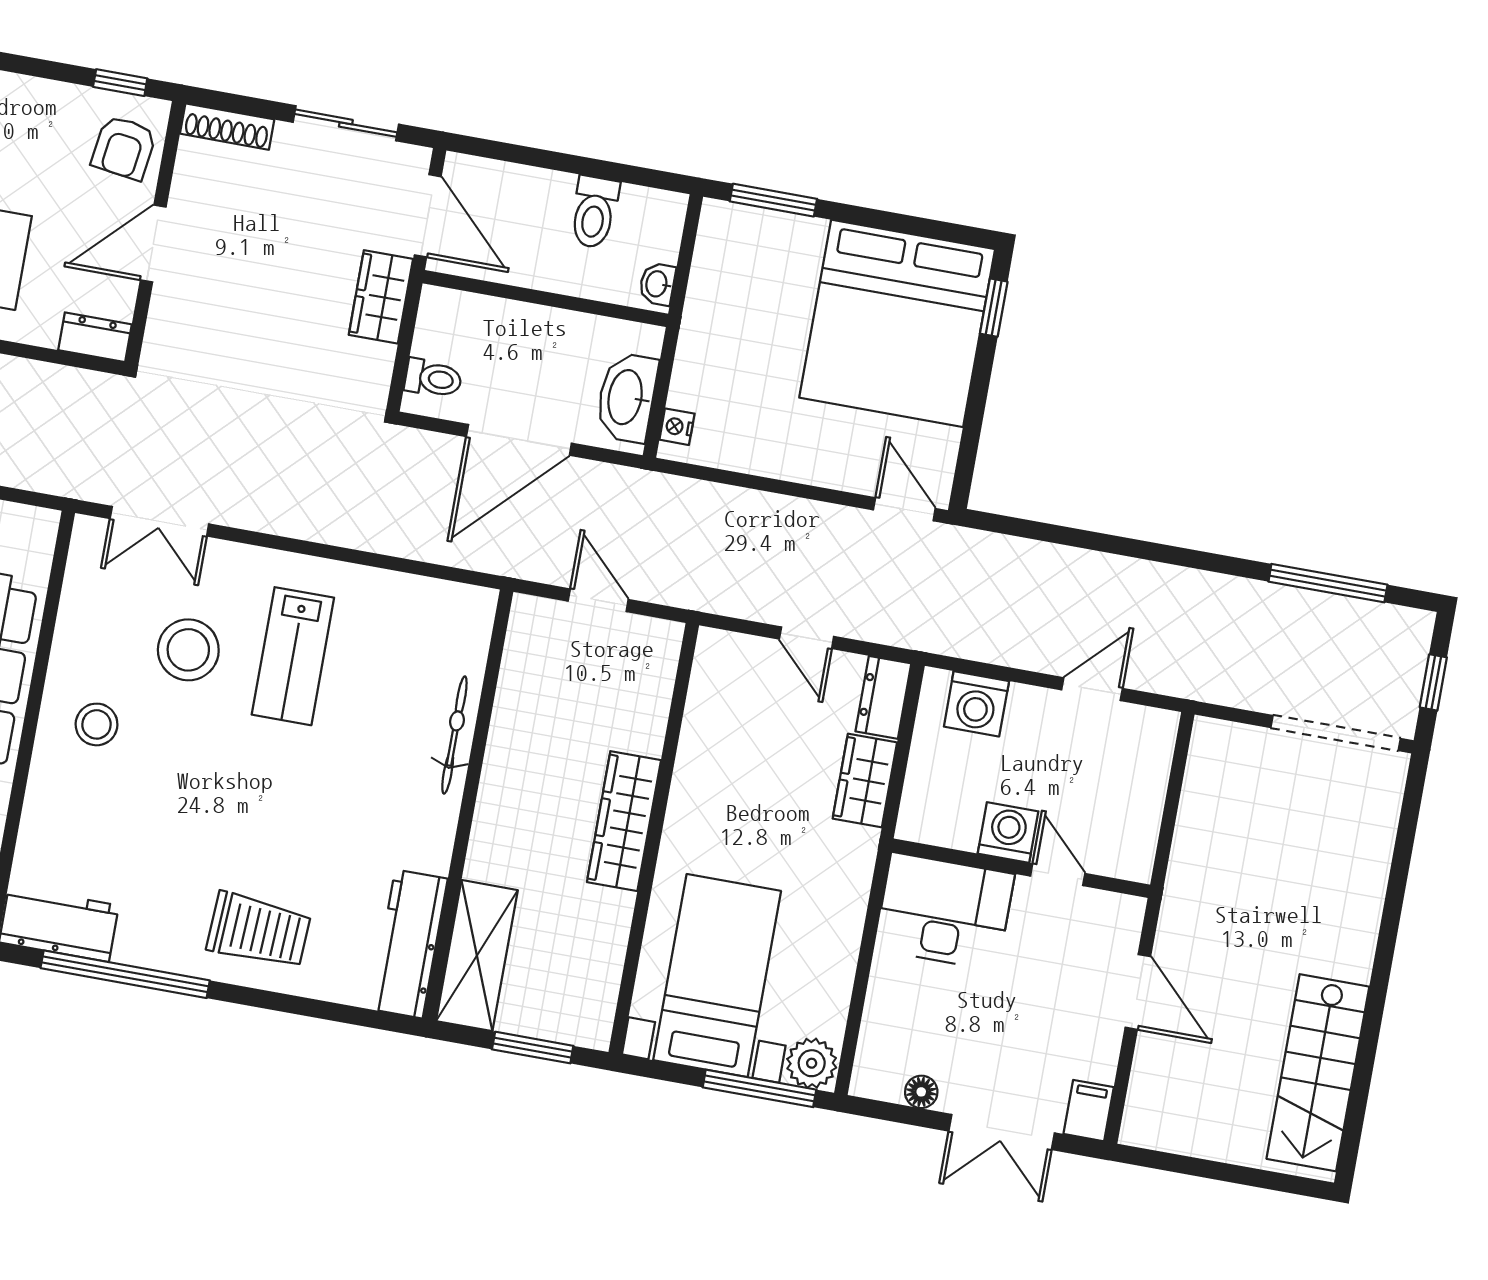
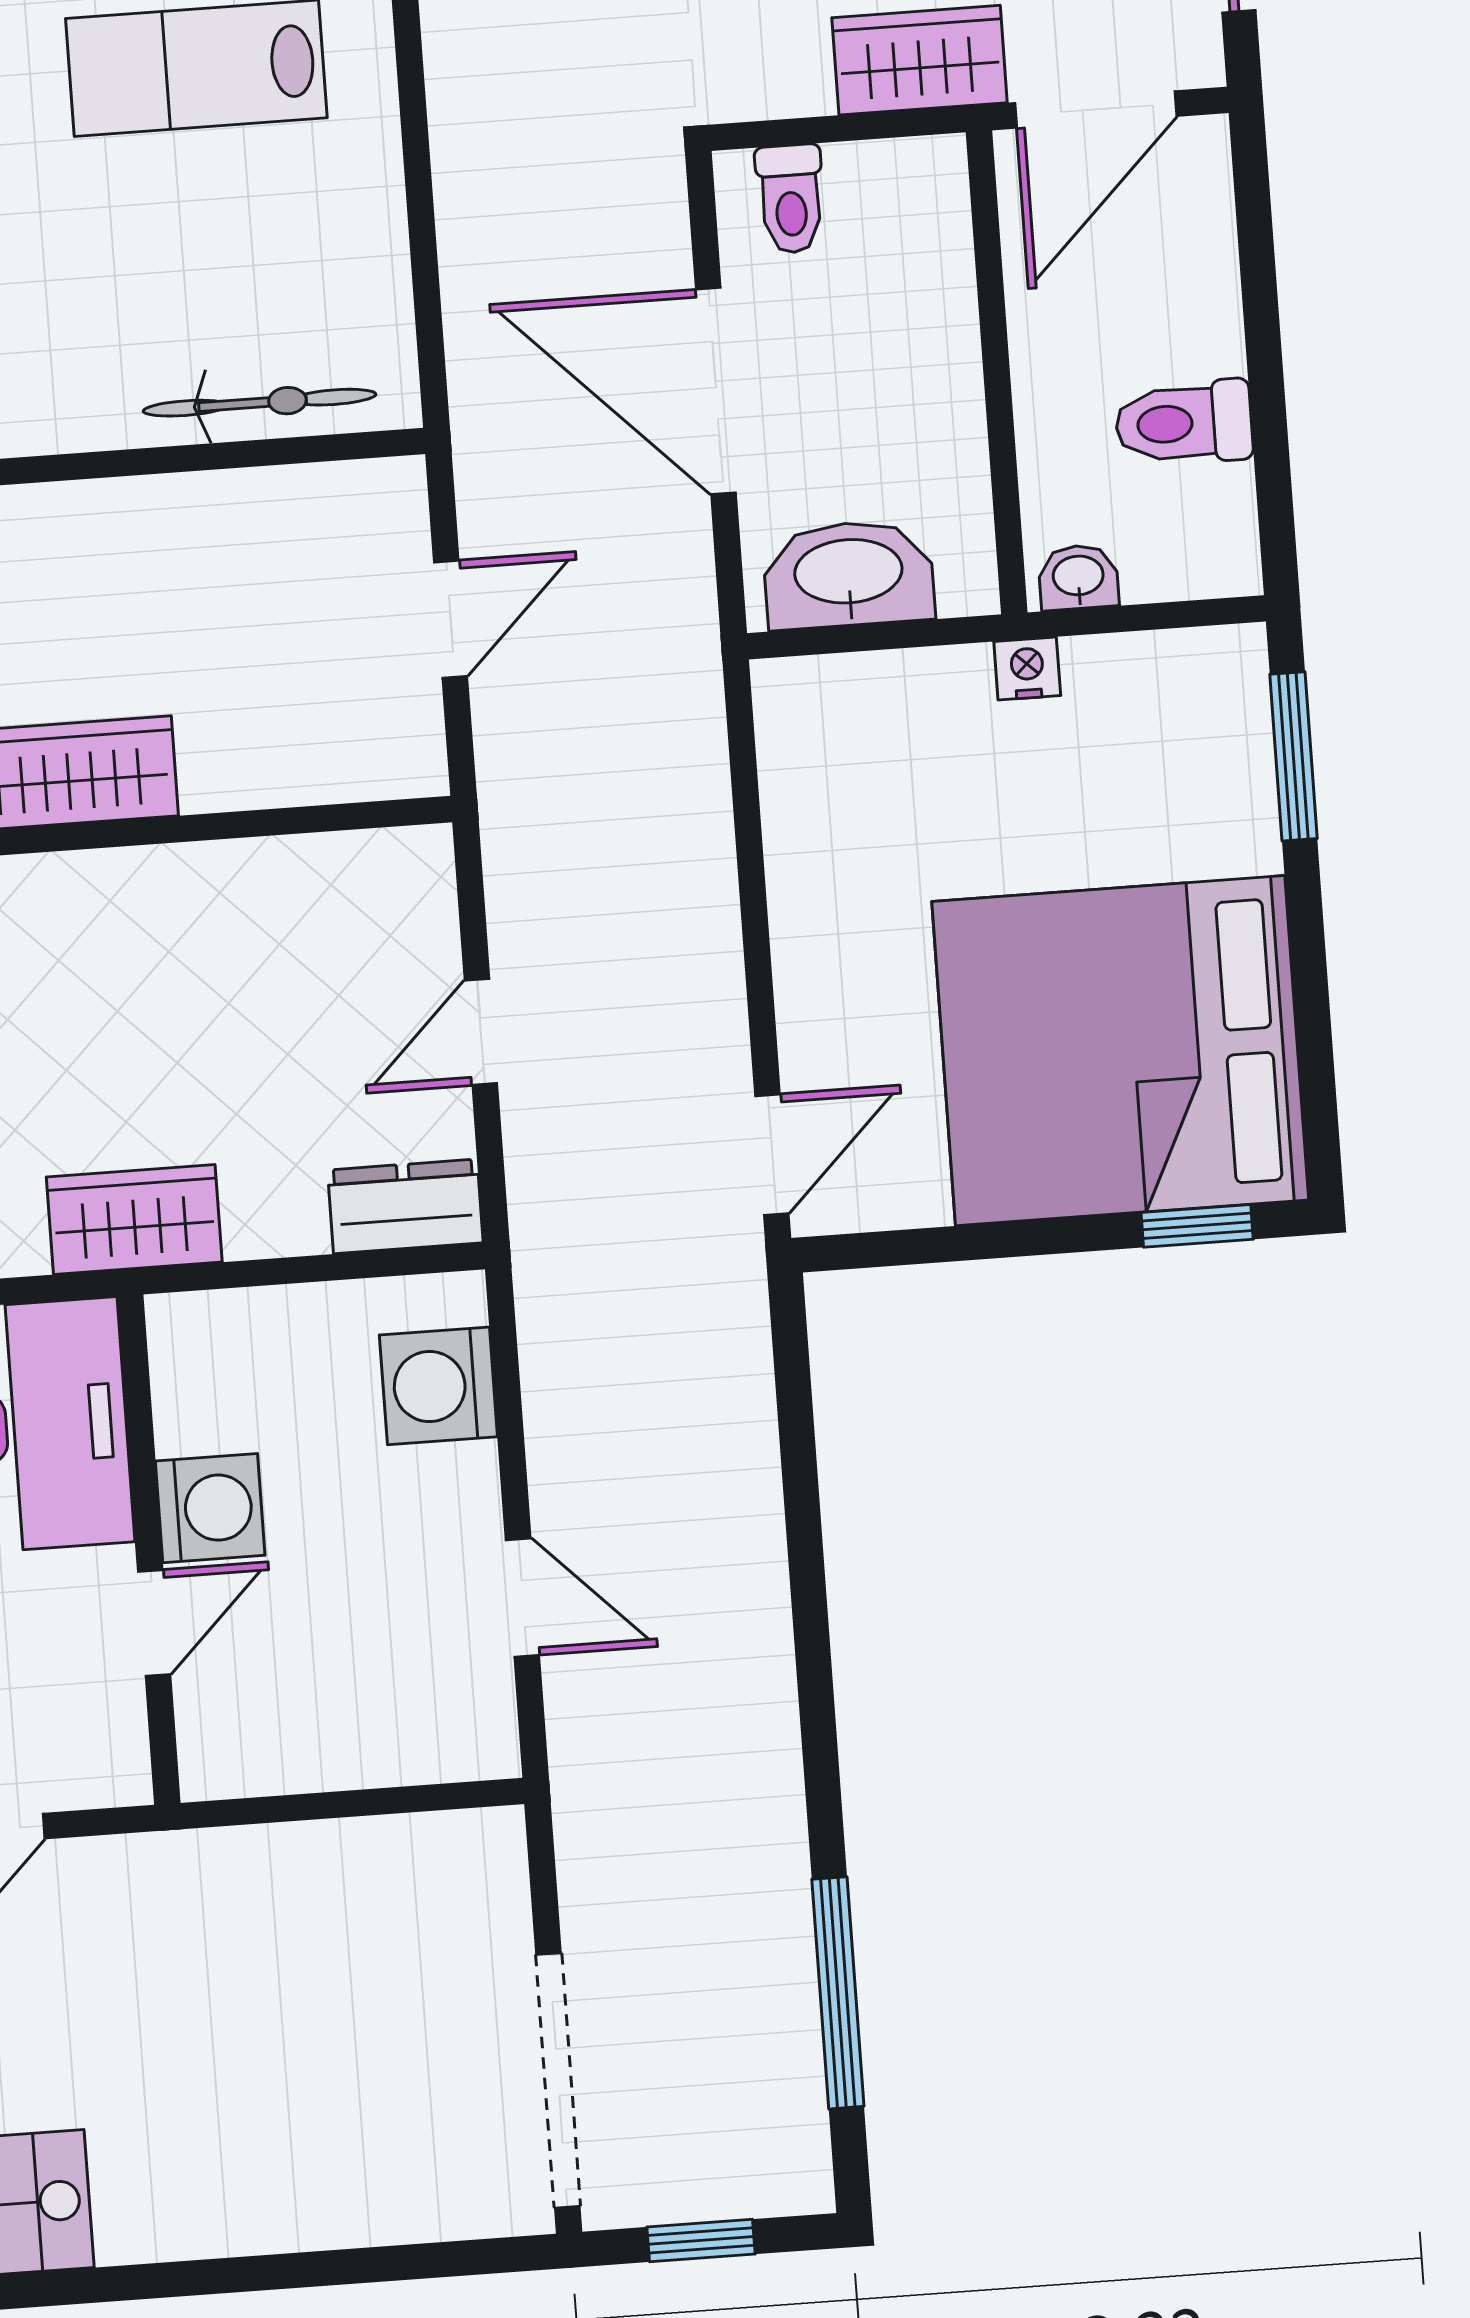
nightstand: (677, 427) -> (1027, 669), moved
bicycle: (454, 735) -> (259, 403), moved
wardrobe: (865, 781) -> (134, 1220), moved

